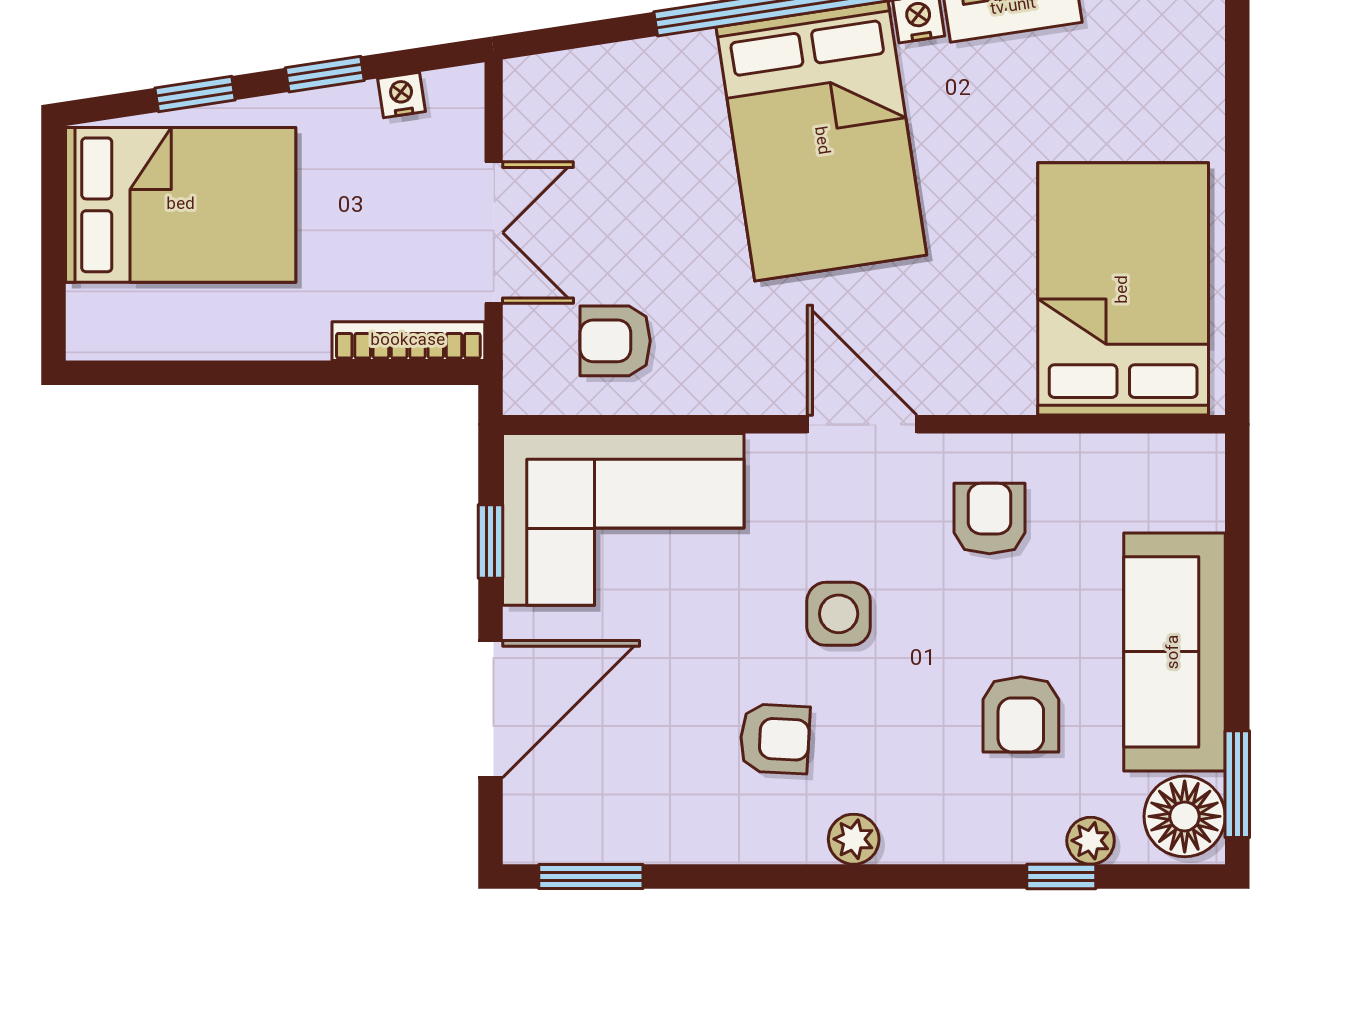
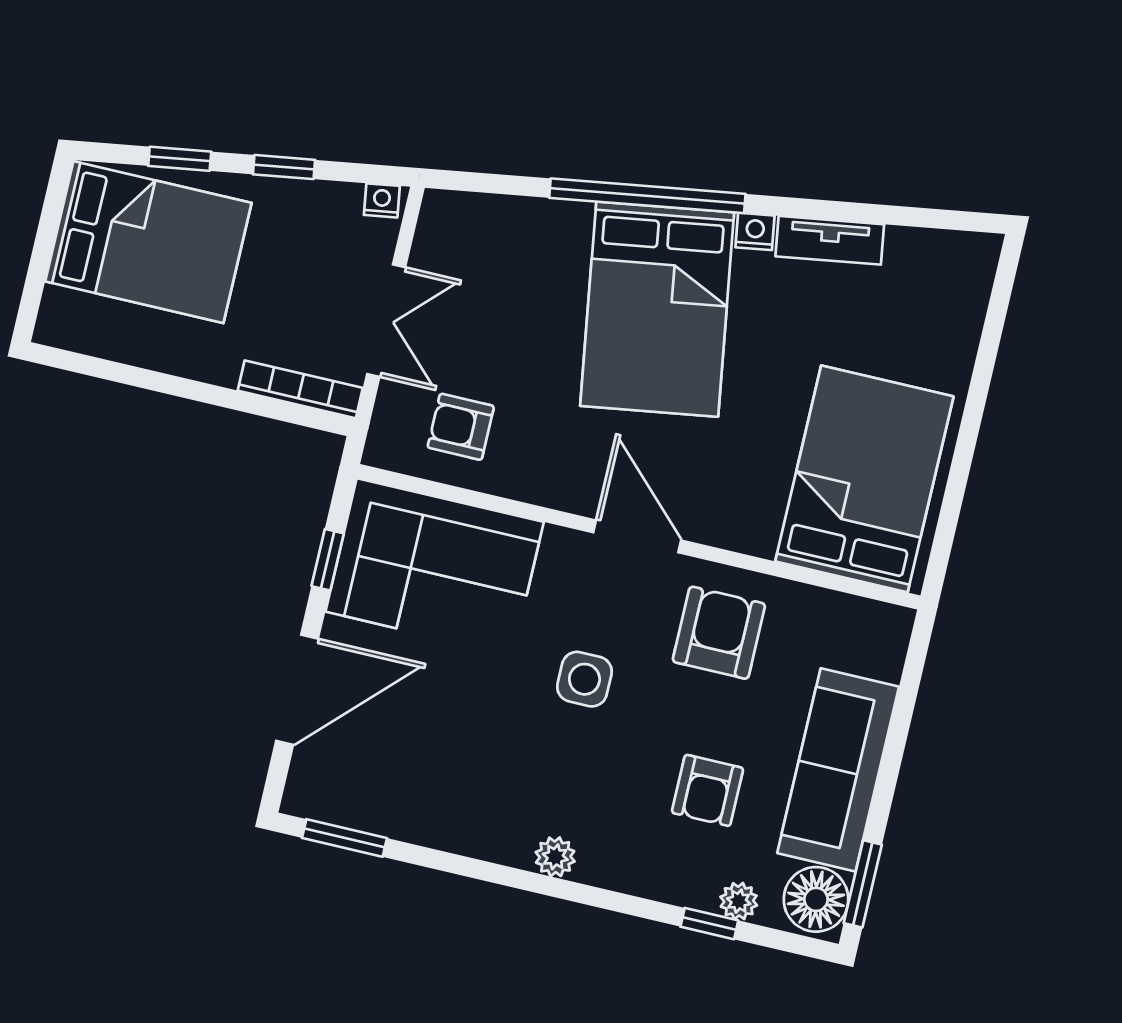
nightstand: (401, 95) -> (382, 200), moved
armchair: (989, 519) -> (719, 633), width x1.38, depth x1.38
armchair: (775, 739) -> (512, 765), removed

